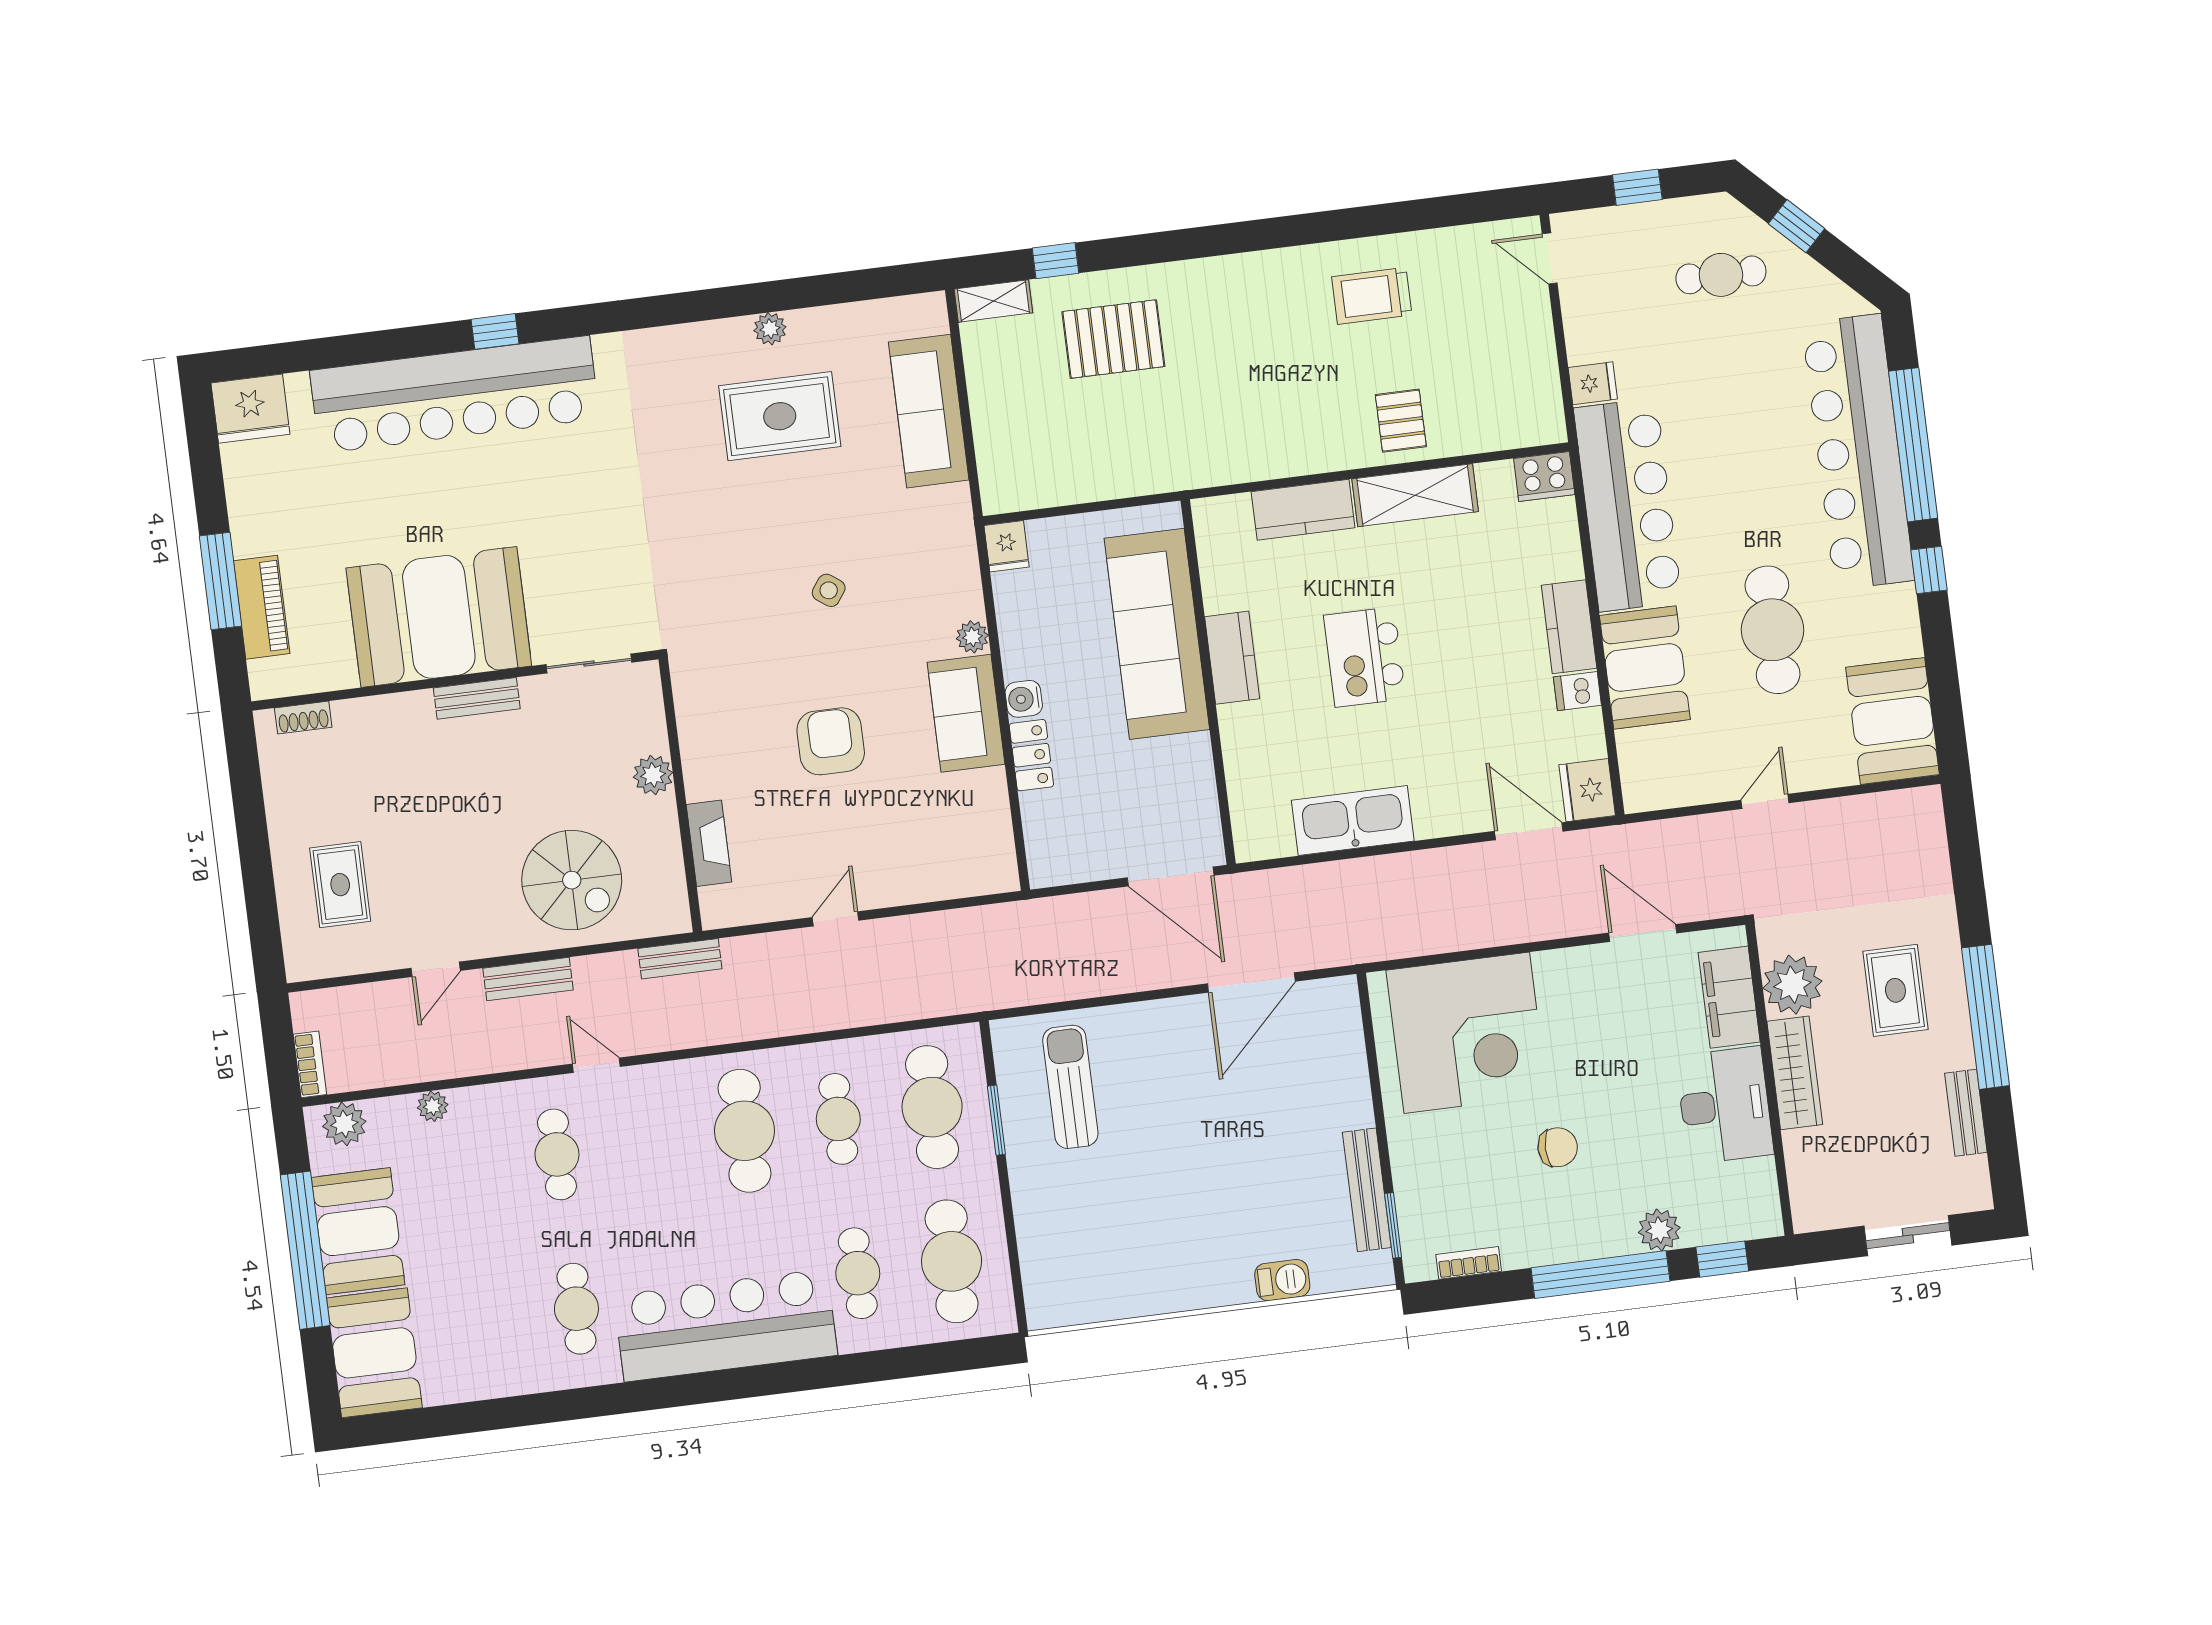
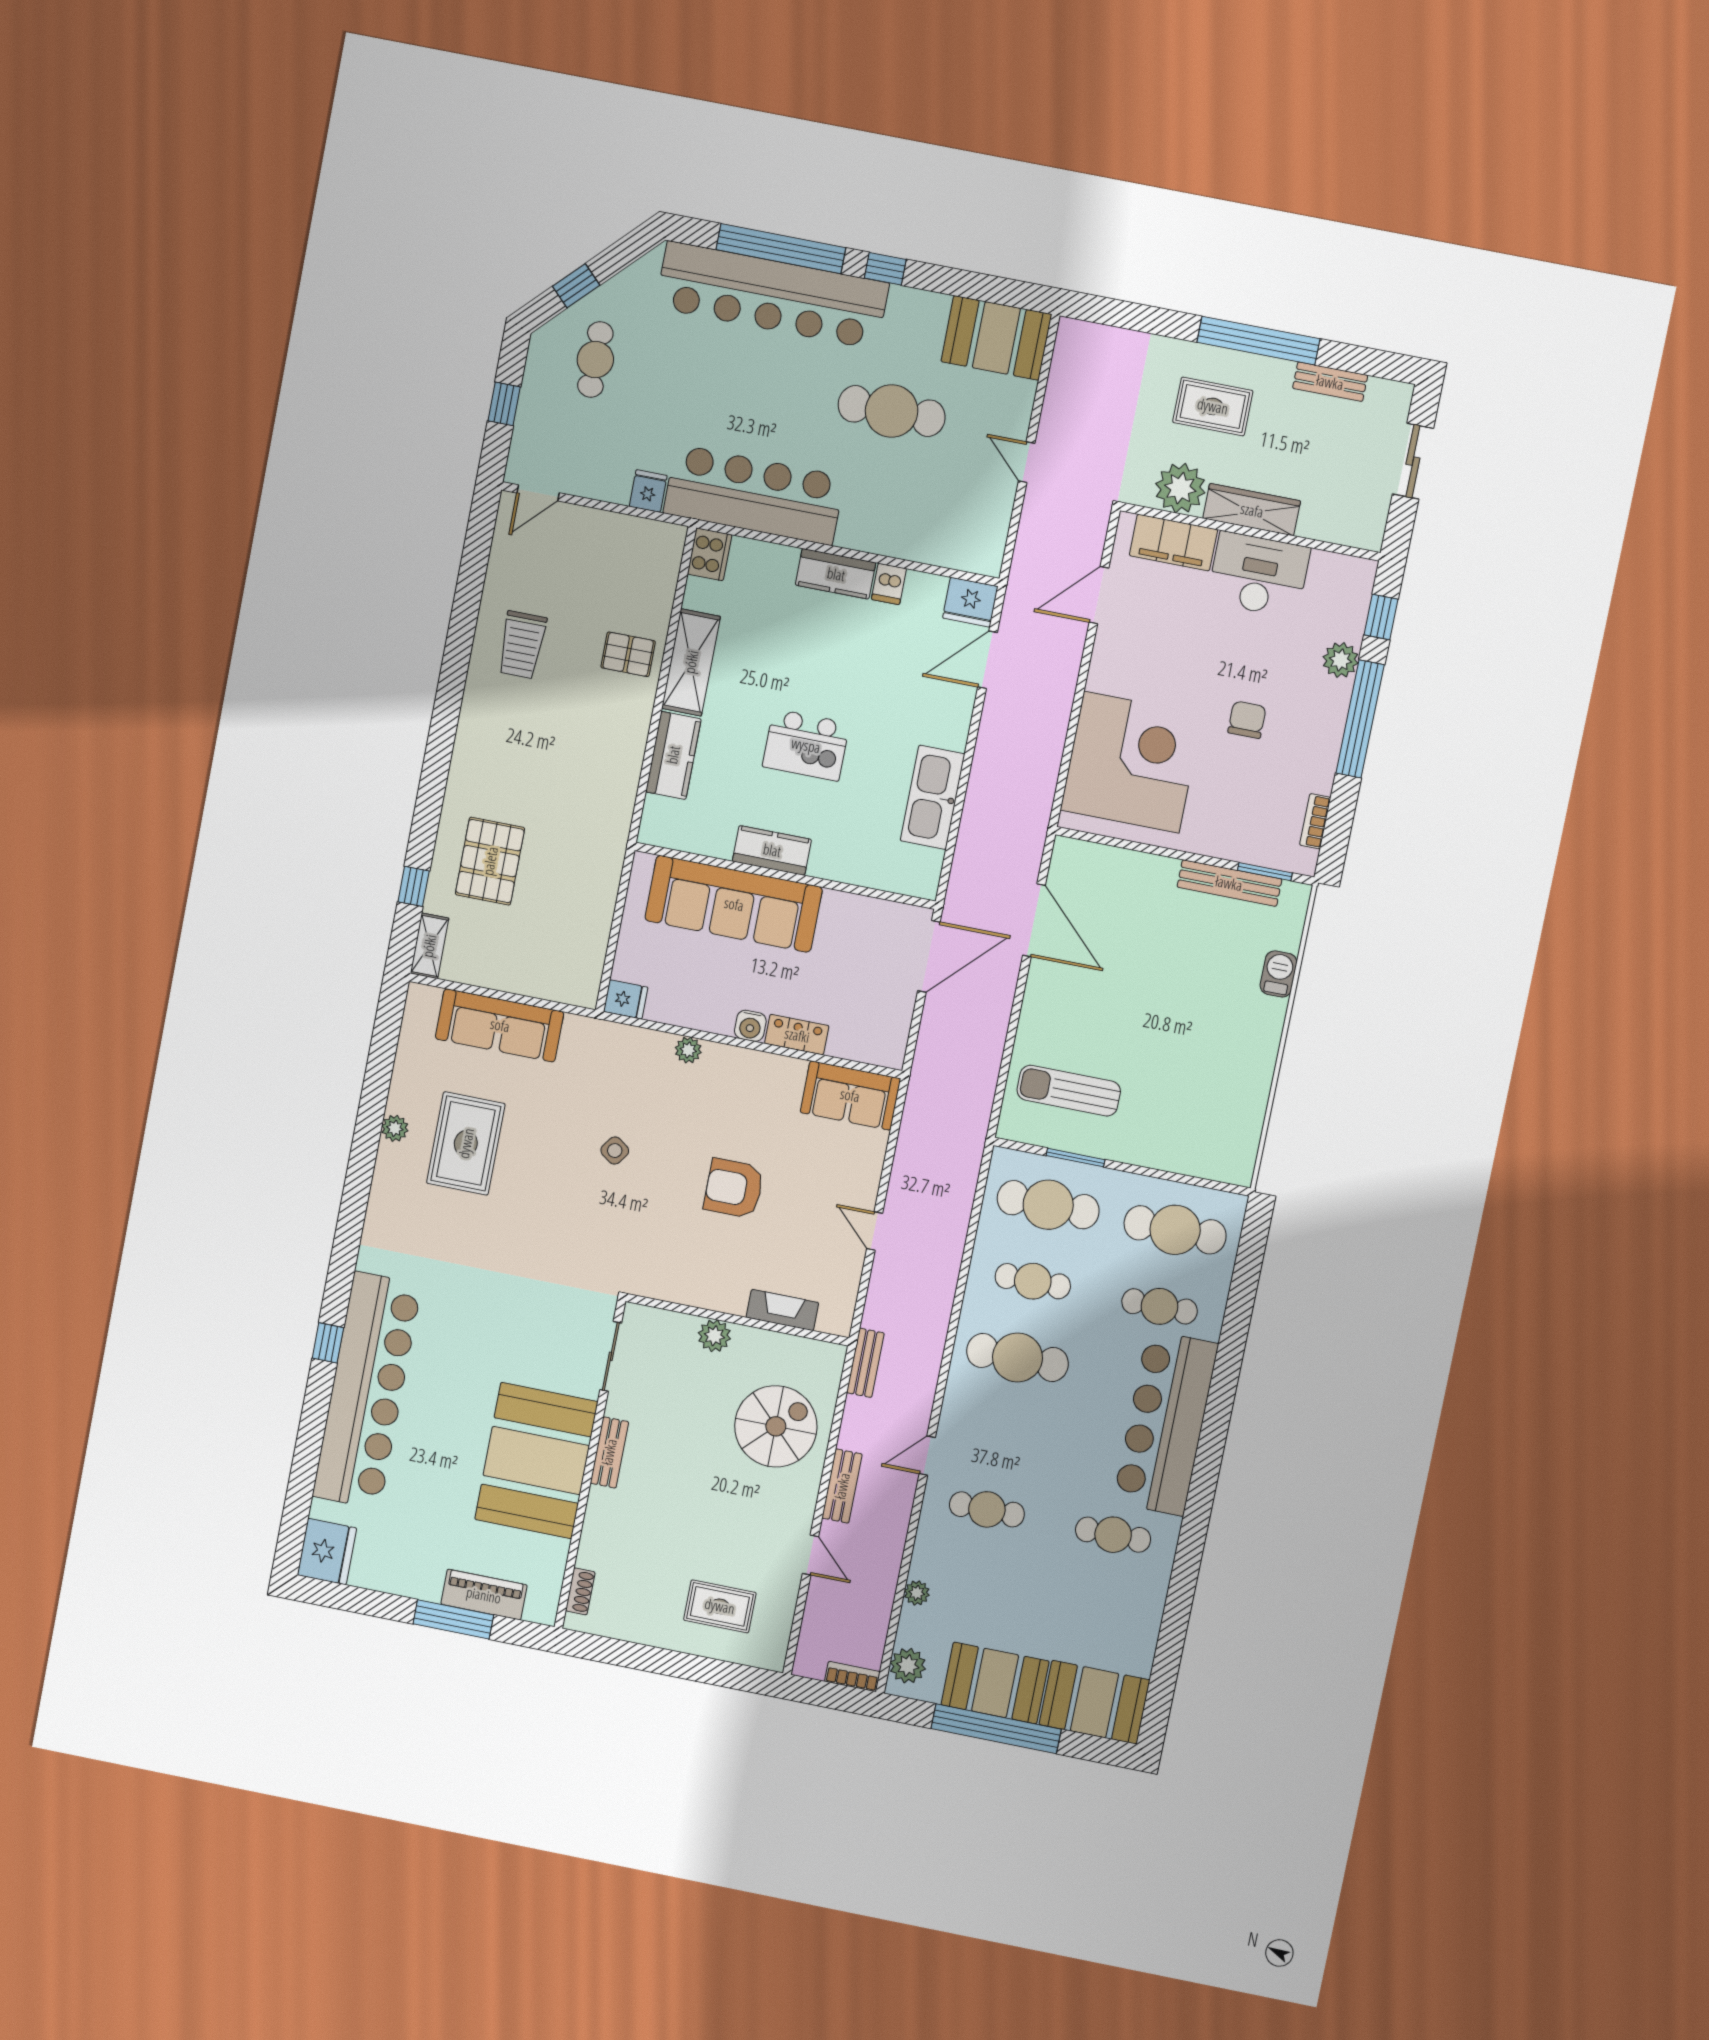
booth: (1645, 668) -> (888, 524), removed
sofa: (966, 713) -> (850, 1095), moved

